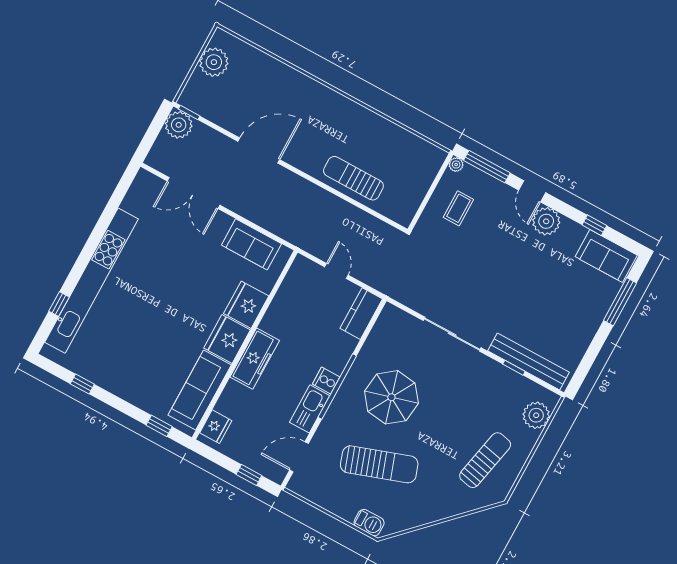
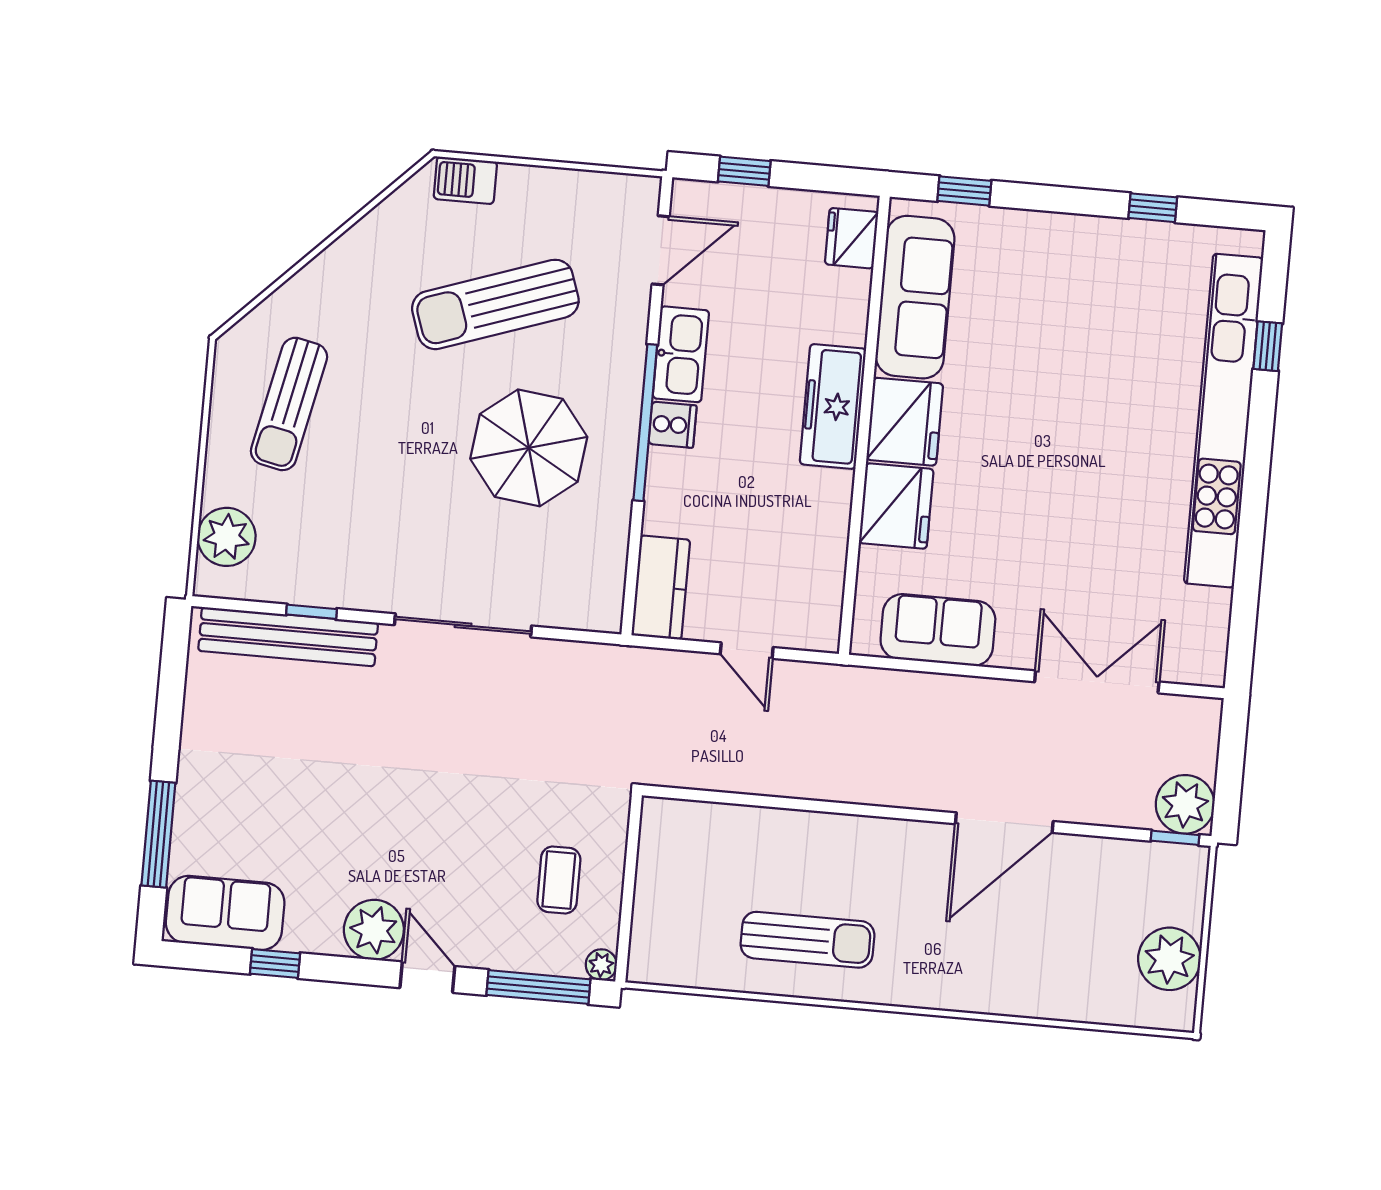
sun lounger: (353, 178) -> (807, 940), moved

